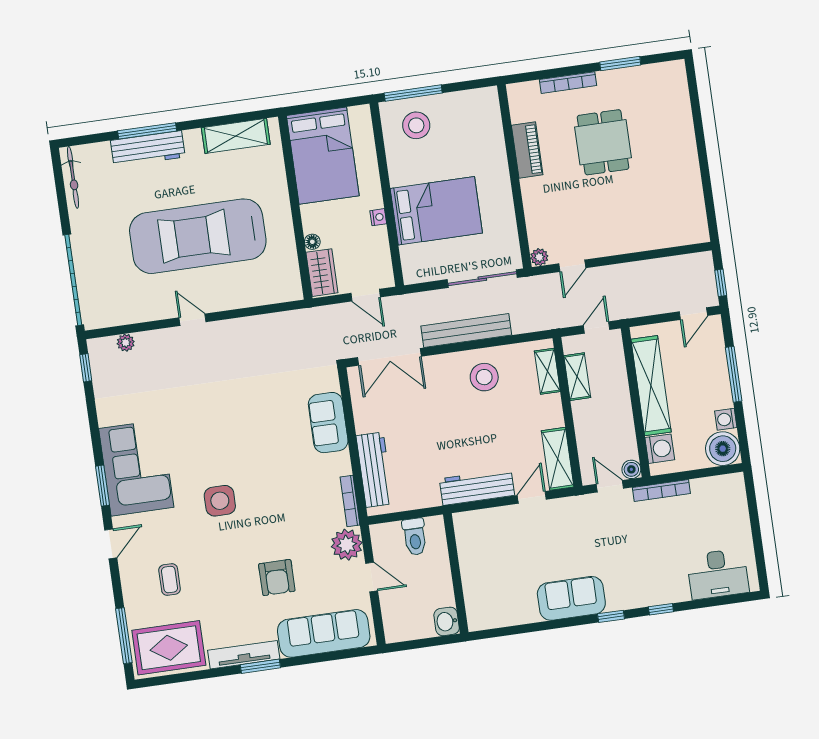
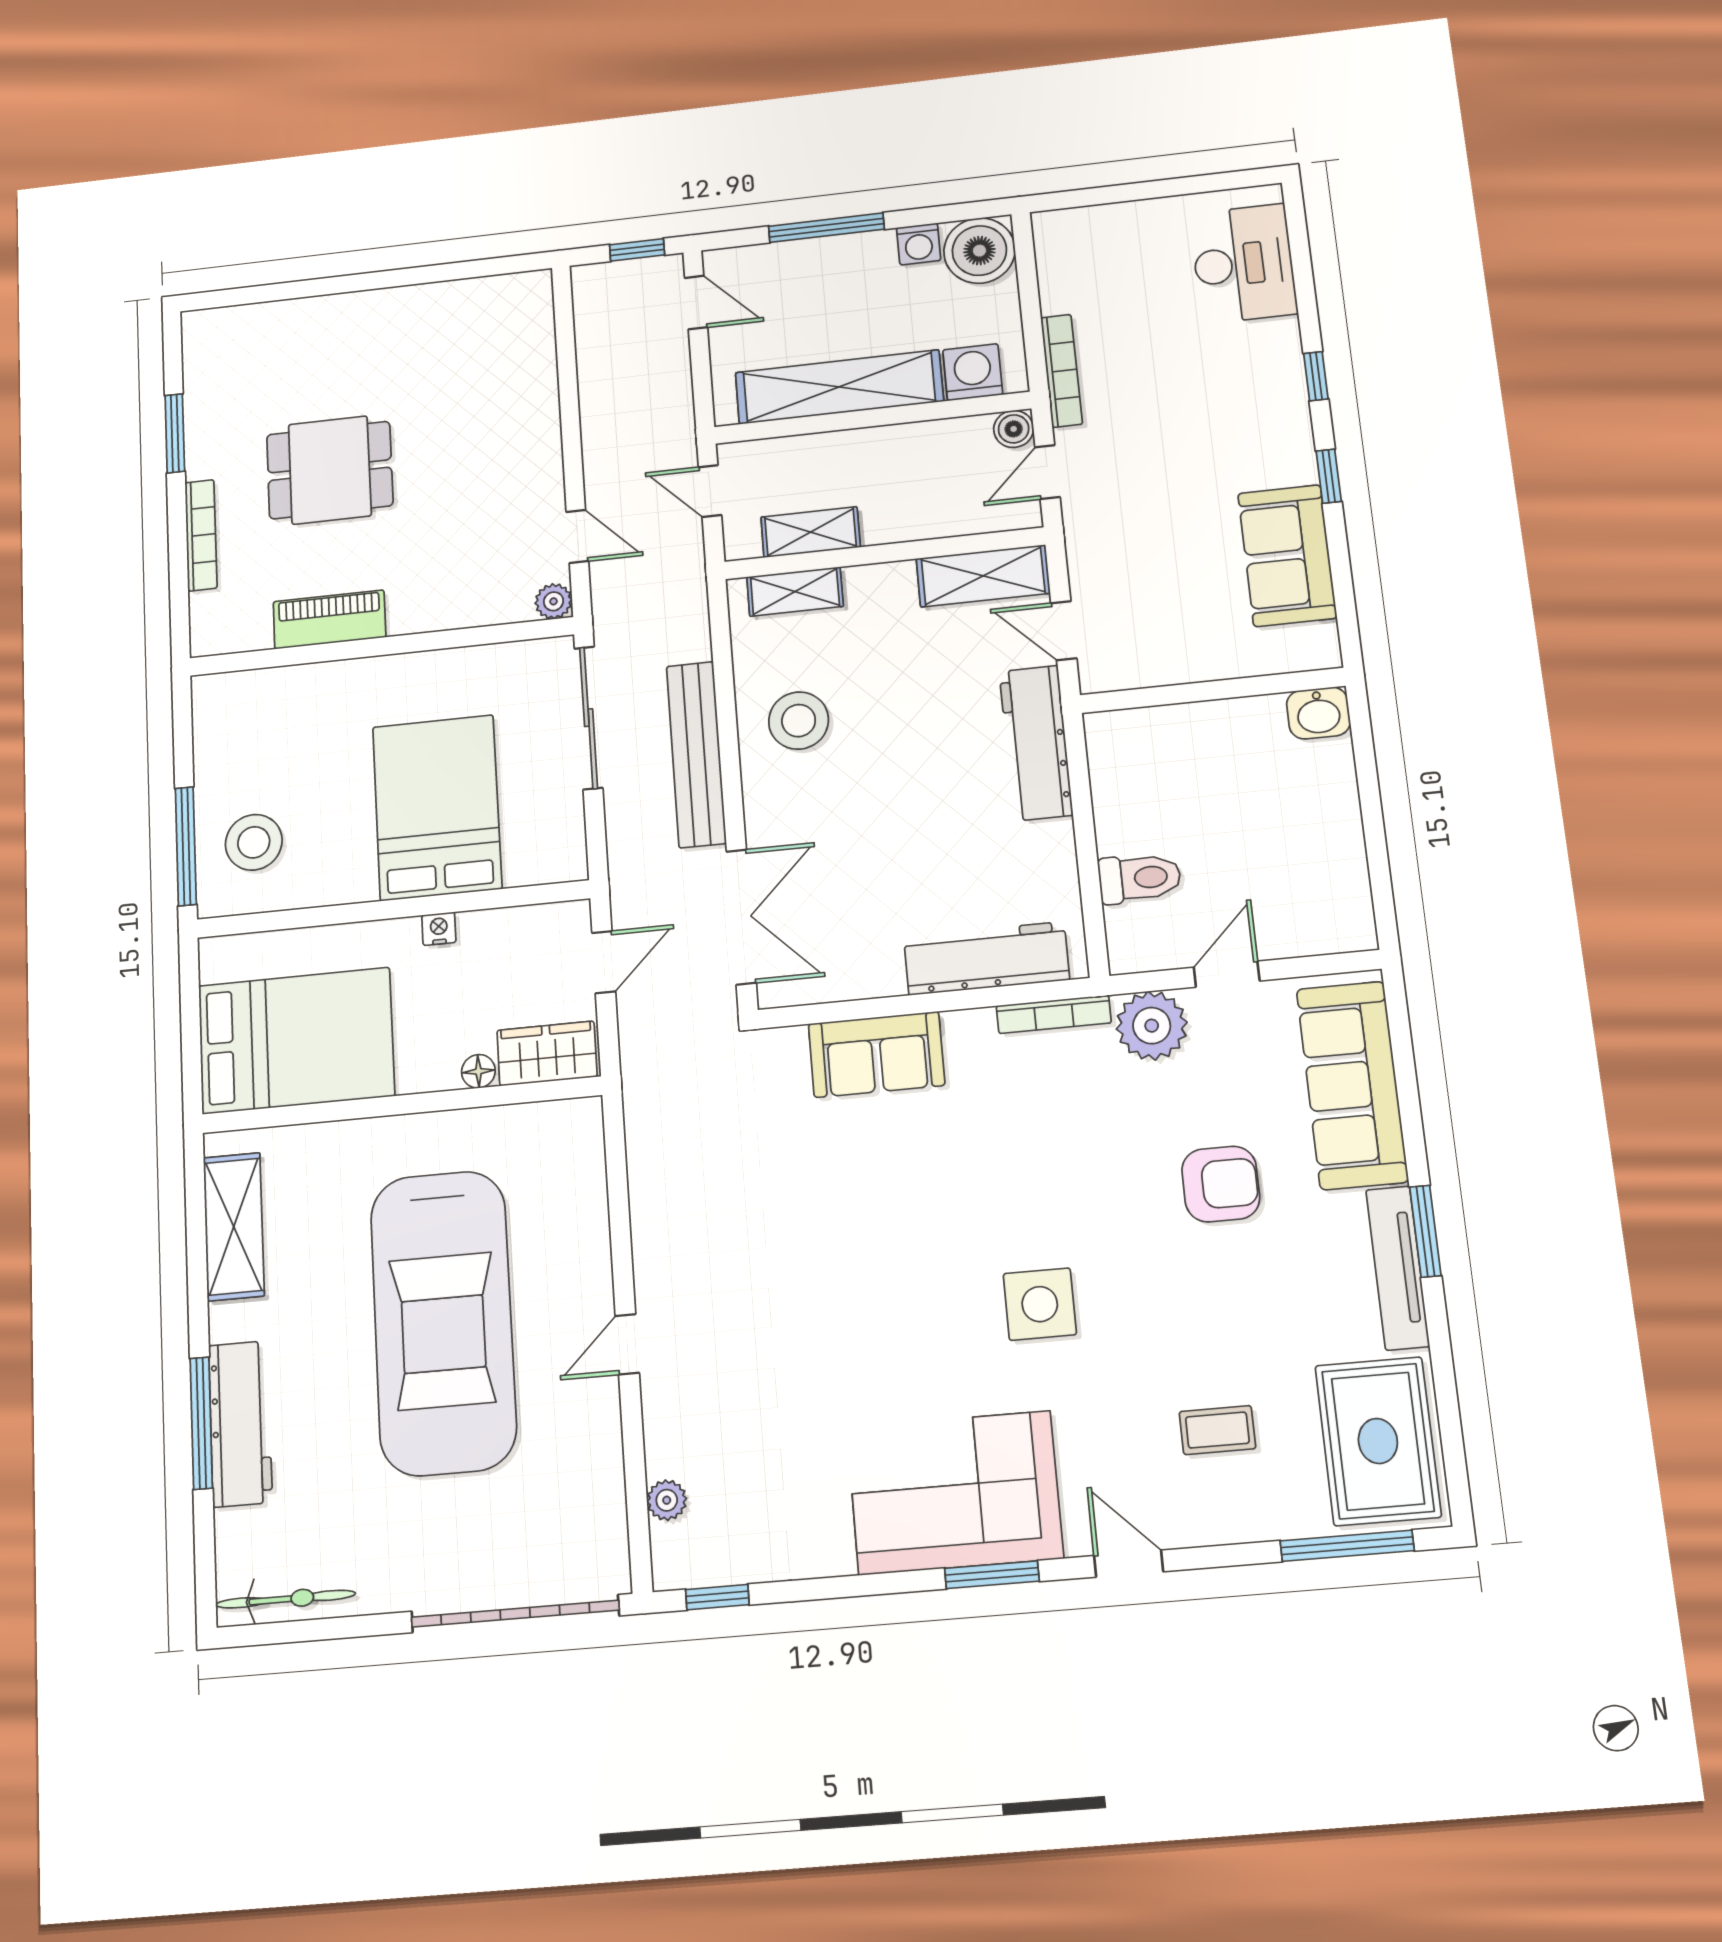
wall: (456, 573) -> (1212, 690), moved
washbasin: (447, 621) -> (1318, 713), moved

